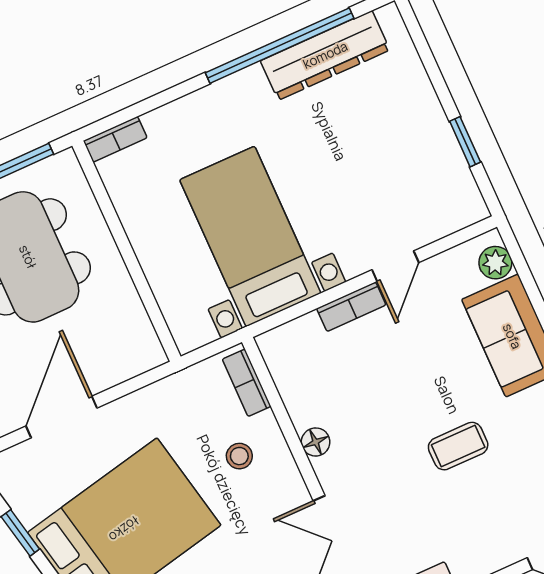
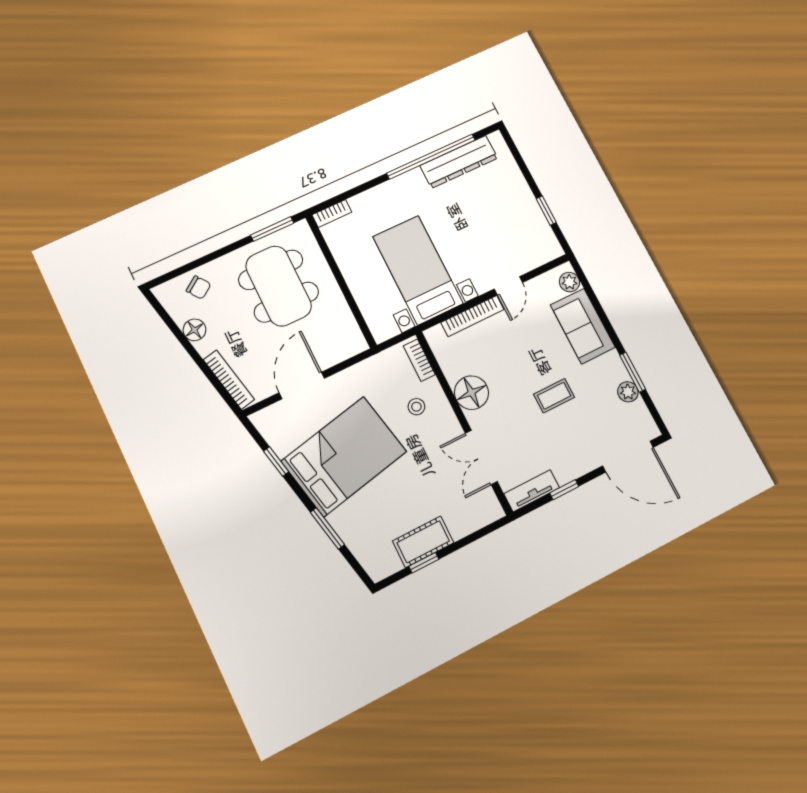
bookcase: (351, 307) -> (472, 316), width x1.56
floor lamp: (316, 442) -> (471, 393), width x1.89, depth x1.89

